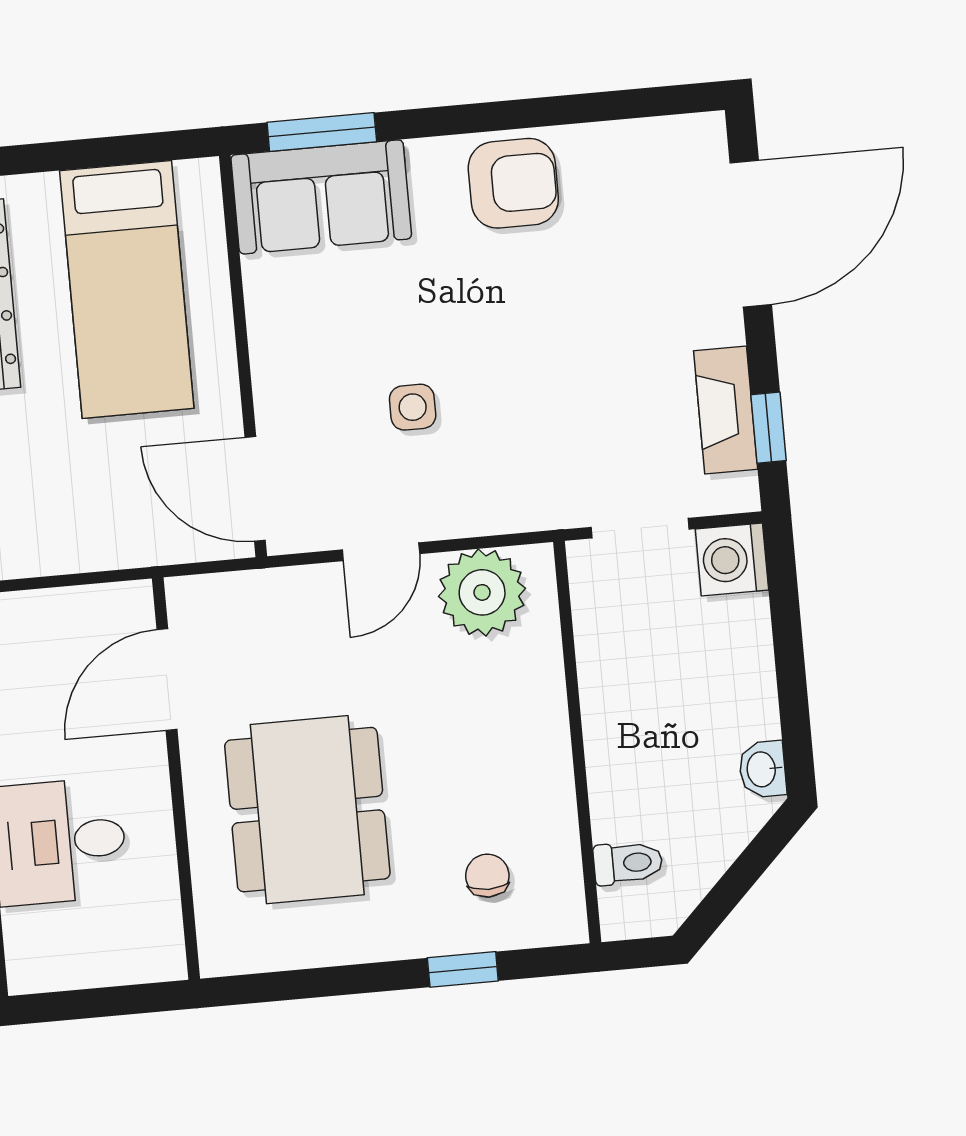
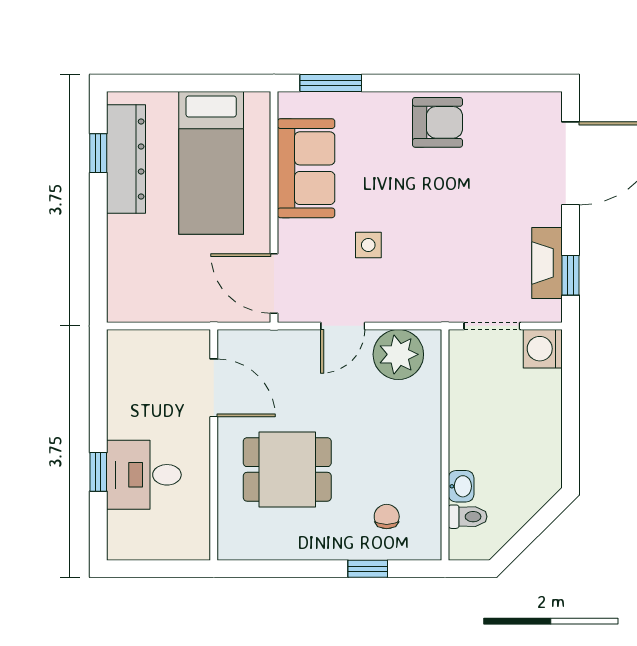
sofa: (321, 197) -> (306, 168), moved, turned -90
door: (167, 680) -> (214, 388), swing flipped
washbasin: (763, 769) -> (461, 486), moved, turned 180
dining table: (307, 810) -> (287, 469), width x0.73

